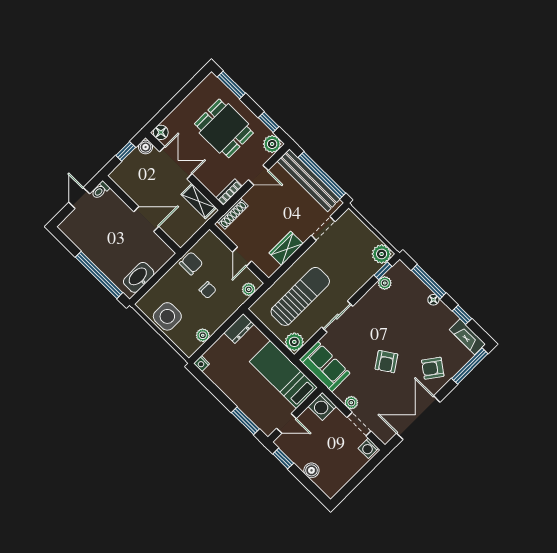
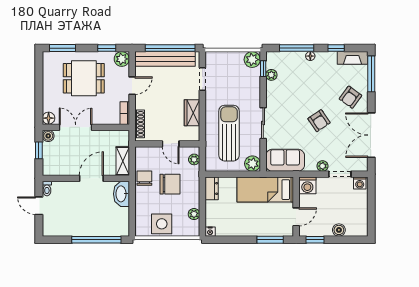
shelving: (199, 201) -> (123, 161), moved, turned 90
washbasin: (139, 277) -> (121, 194), moved
chair: (208, 290) -> (170, 184), width x1.87, depth x1.87

